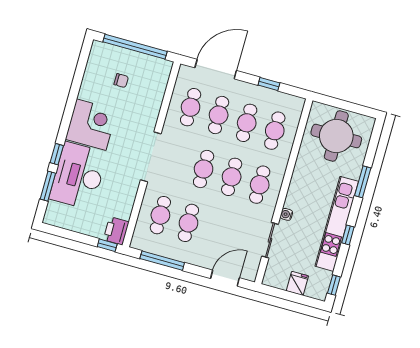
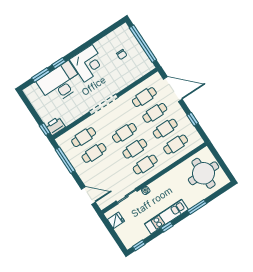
kitchen unit: (337, 224) -> (166, 217), width x0.73
fridge: (297, 283) -> (116, 220), moved

